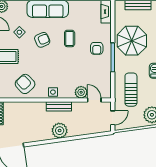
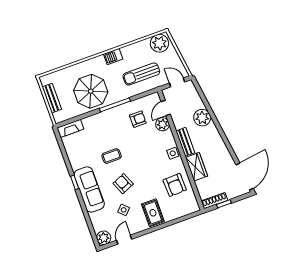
armchair: (97, 48) -> (138, 119), moved
armchair: (25, 84) -> (175, 185), turned -49
wardrobe: (34, 108) -> (197, 167), added
plant: (60, 131) -> (202, 118), moved

